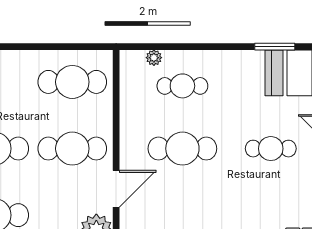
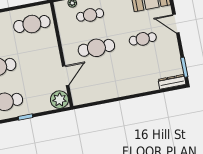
cafe table: (72, 149) -> (39, 59), removed

